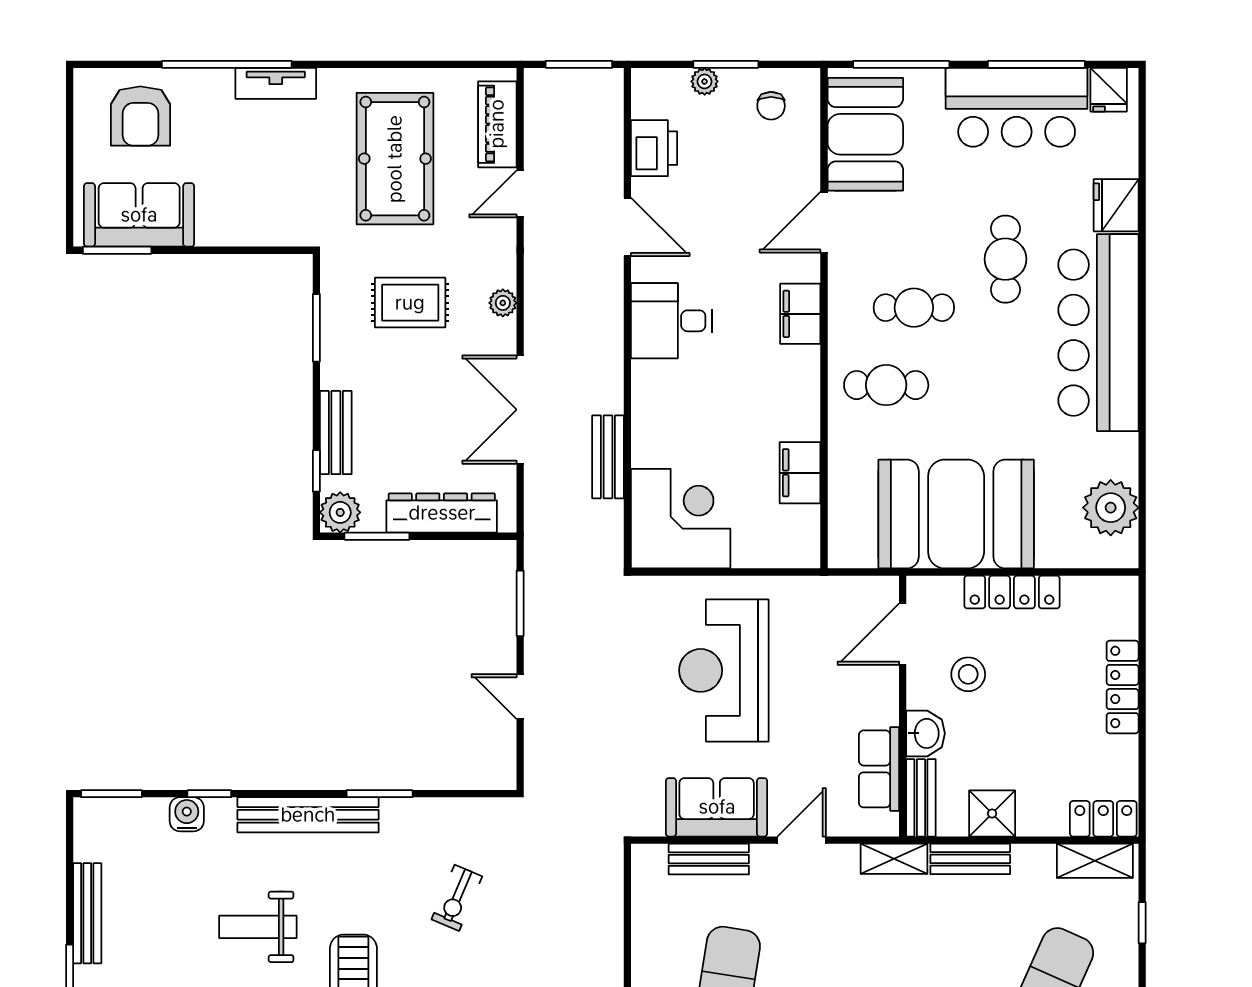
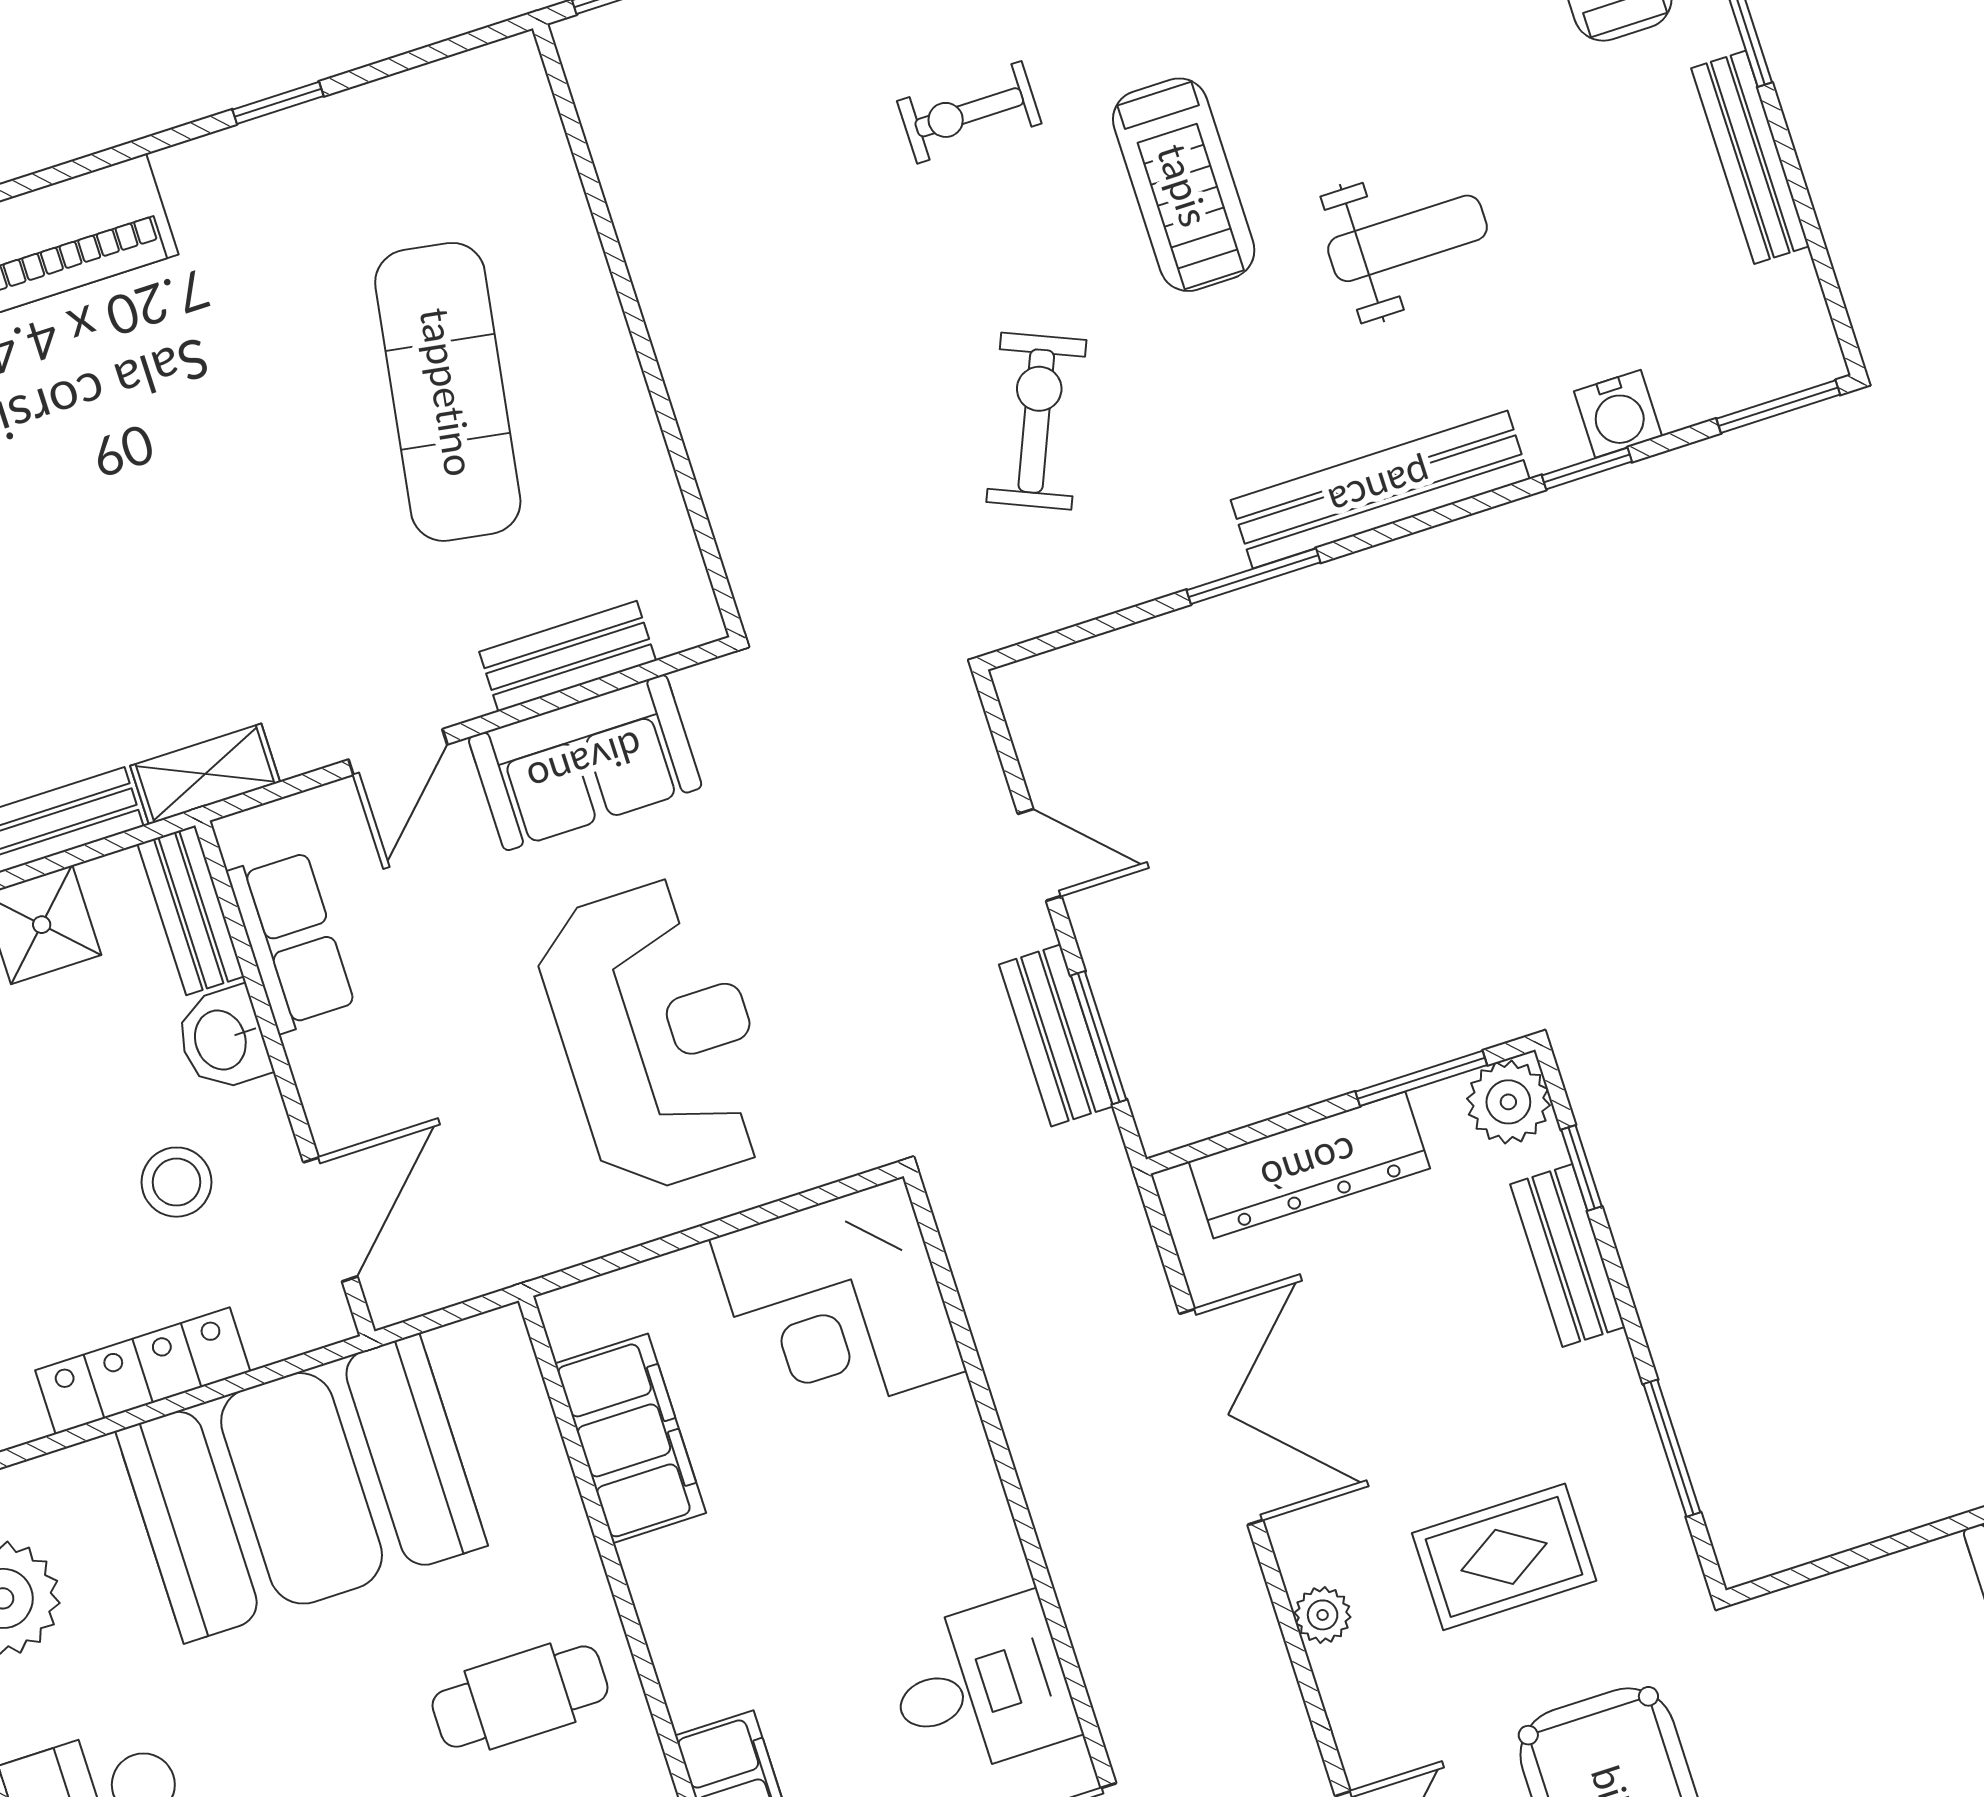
bench: (608, 457) -> (1056, 1035), moved
filing cabinet: (800, 473) -> (630, 1438), width x1.50, depth x1.17
exercise bike: (457, 898) -> (1036, 421), width x1.38, depth x1.39

